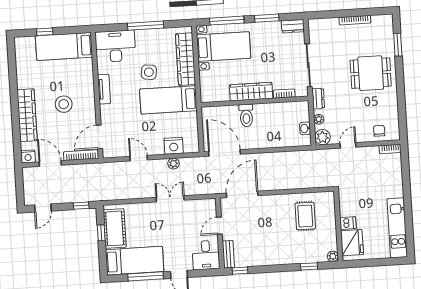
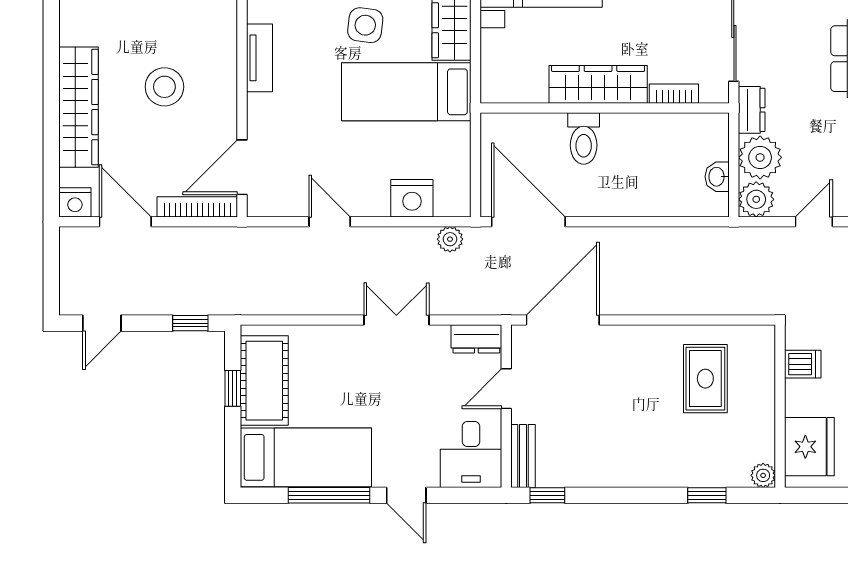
plant: (319, 119) -> (760, 157), width x1.87, depth x1.87
plant: (173, 164) -> (450, 239), moved
dresser: (205, 205) -> (476, 339), added
dishwasher: (348, 223) -> (803, 364), moved

